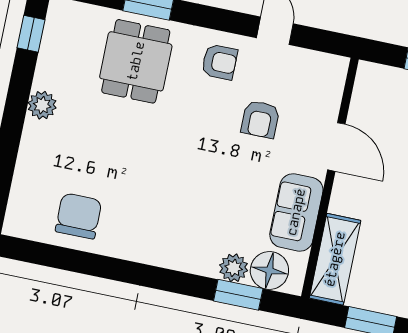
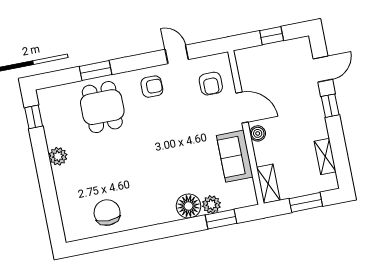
armchair: (260, 119) -> (211, 84), moved
boiler: (343, 194) -> (258, 133), added
shelving: (335, 259) -> (268, 184), width x0.67, depth x0.75
floor lamp: (269, 271) -> (188, 206), moved

